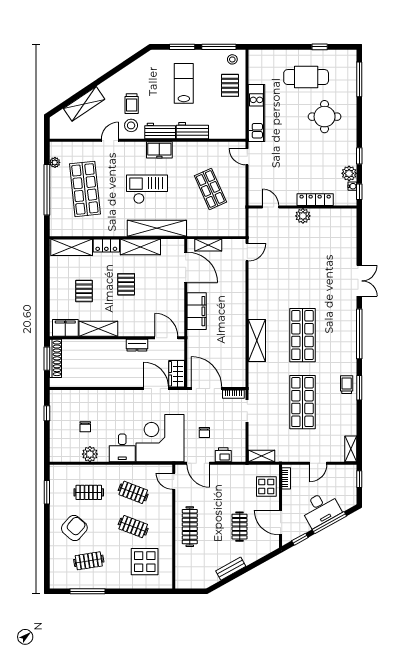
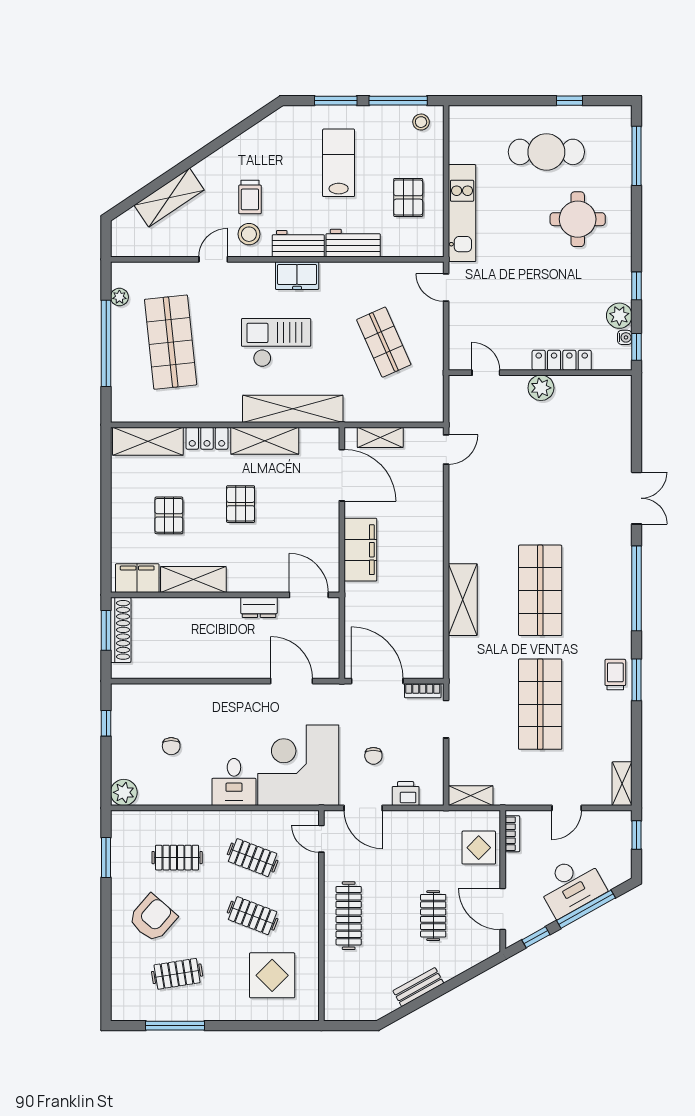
pallet: (230, 85) -> (408, 197), moved
wardrobe: (177, 374) -> (326, 656), removed
plant: (90, 454) -> (124, 792), moved

